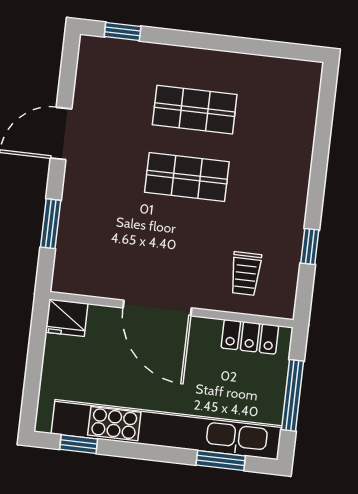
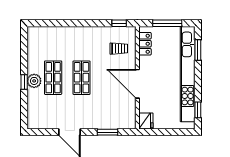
window: (123, 31) -> (24, 82), moved
plant: (192, 64) -> (34, 81), added
window: (310, 246) -> (119, 23), moved
door: (157, 308) -> (137, 84), swing flipped

